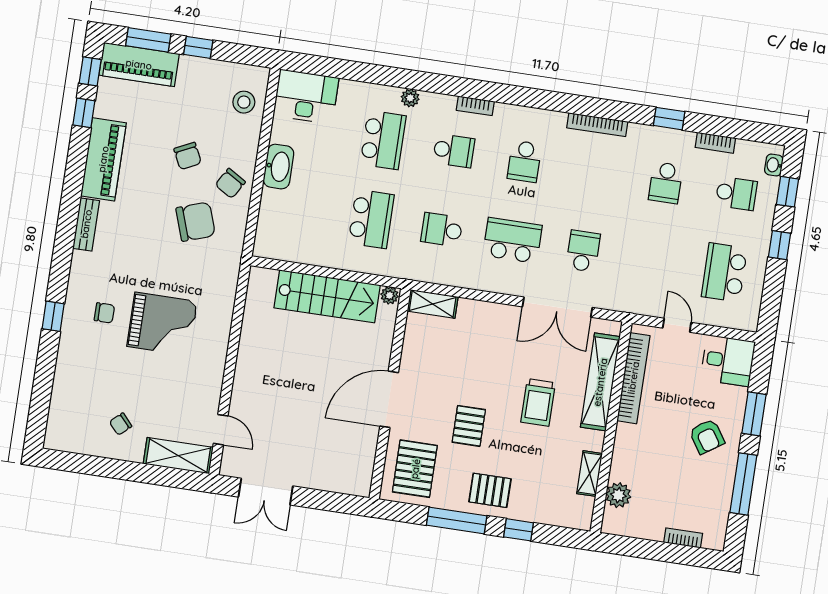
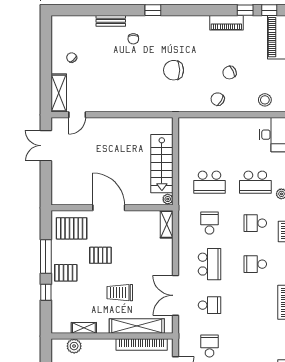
school desk: (454, 151) -> (255, 223), turned 90
piano: (103, 159) -> (226, 23), width x0.73, depth x0.75
washbasin: (278, 167) -> (231, 125), removed
school desk: (666, 183) -> (209, 346), moved, turned 90
chair: (196, 222) -> (174, 70), moved, turned 109
bench: (86, 224) -> (111, 21), moved
window: (53, 316) -> (153, 10), moved
grand piano: (162, 324) -> (132, 73), removed
pallet: (490, 490) -> (66, 273), turned 90

